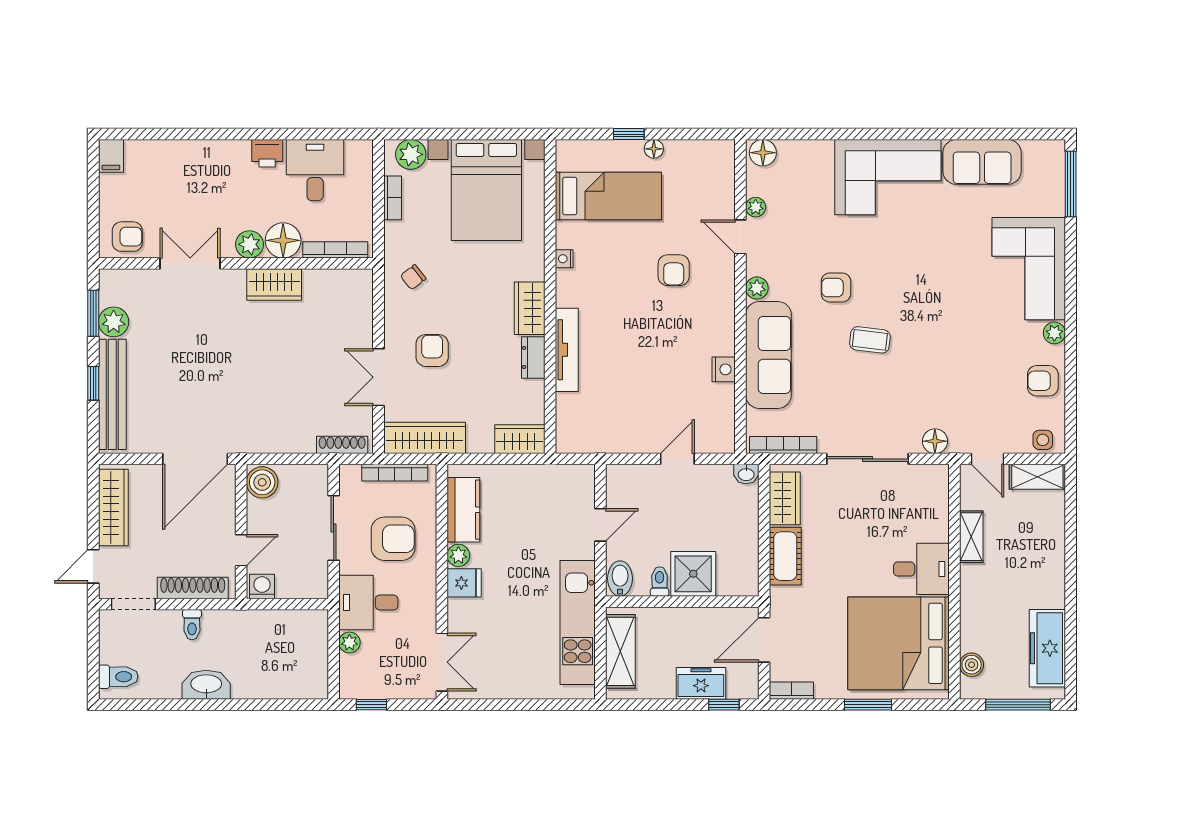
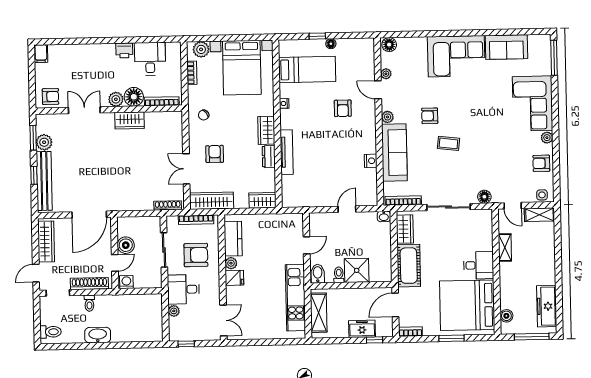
boiler: (262, 482) -> (126, 245), moved
cot: (785, 556) -> (409, 266), width x1.37, depth x1.34

